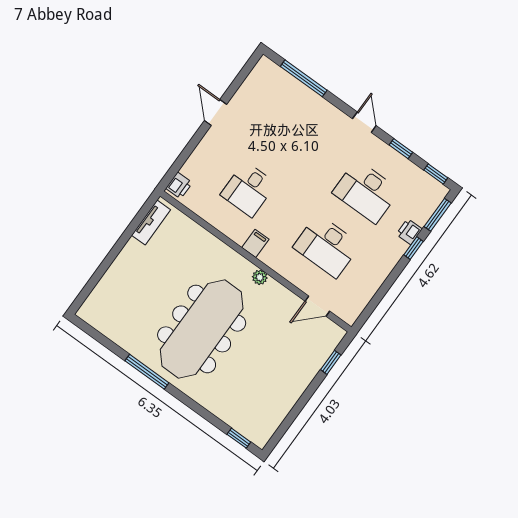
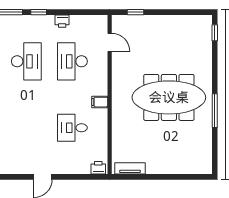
desk: (248, 189) -> (72, 128), turned 180
printer: (409, 232) -> (62, 21), moved
desk: (327, 246) -> (72, 61), turned 180
plant: (260, 277) -> (117, 86), removed

